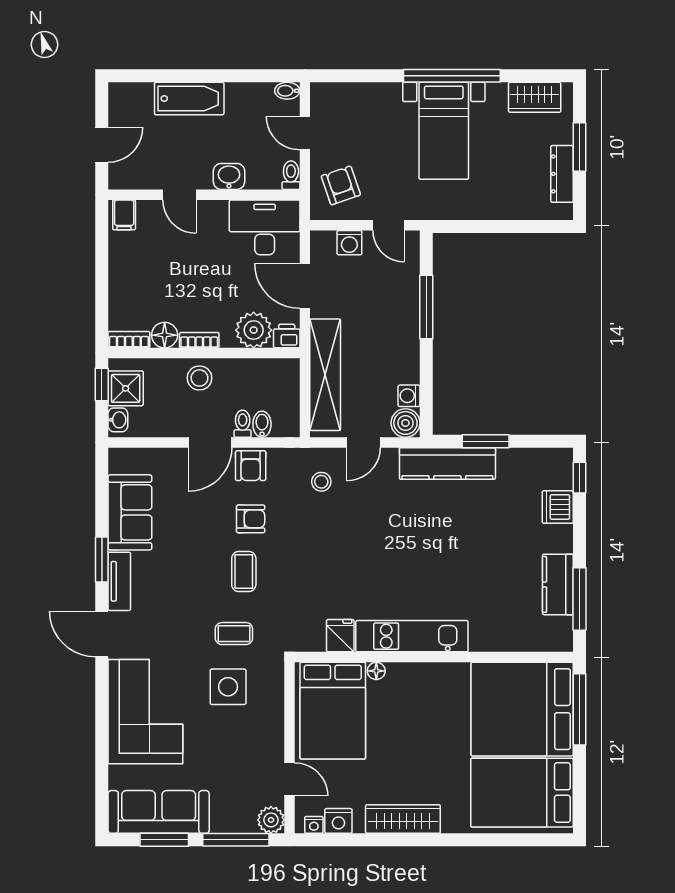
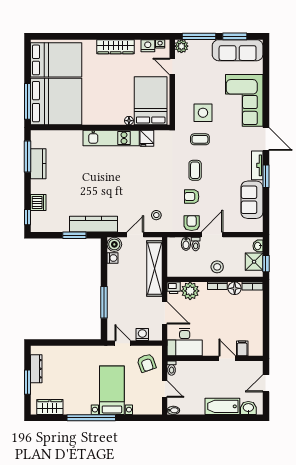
bed with nightstands: (444, 131) -> (112, 390), moved
washbasin: (229, 176) -> (248, 408), moved, turned 180
filing cabinet: (124, 215) -> (242, 348), moved

